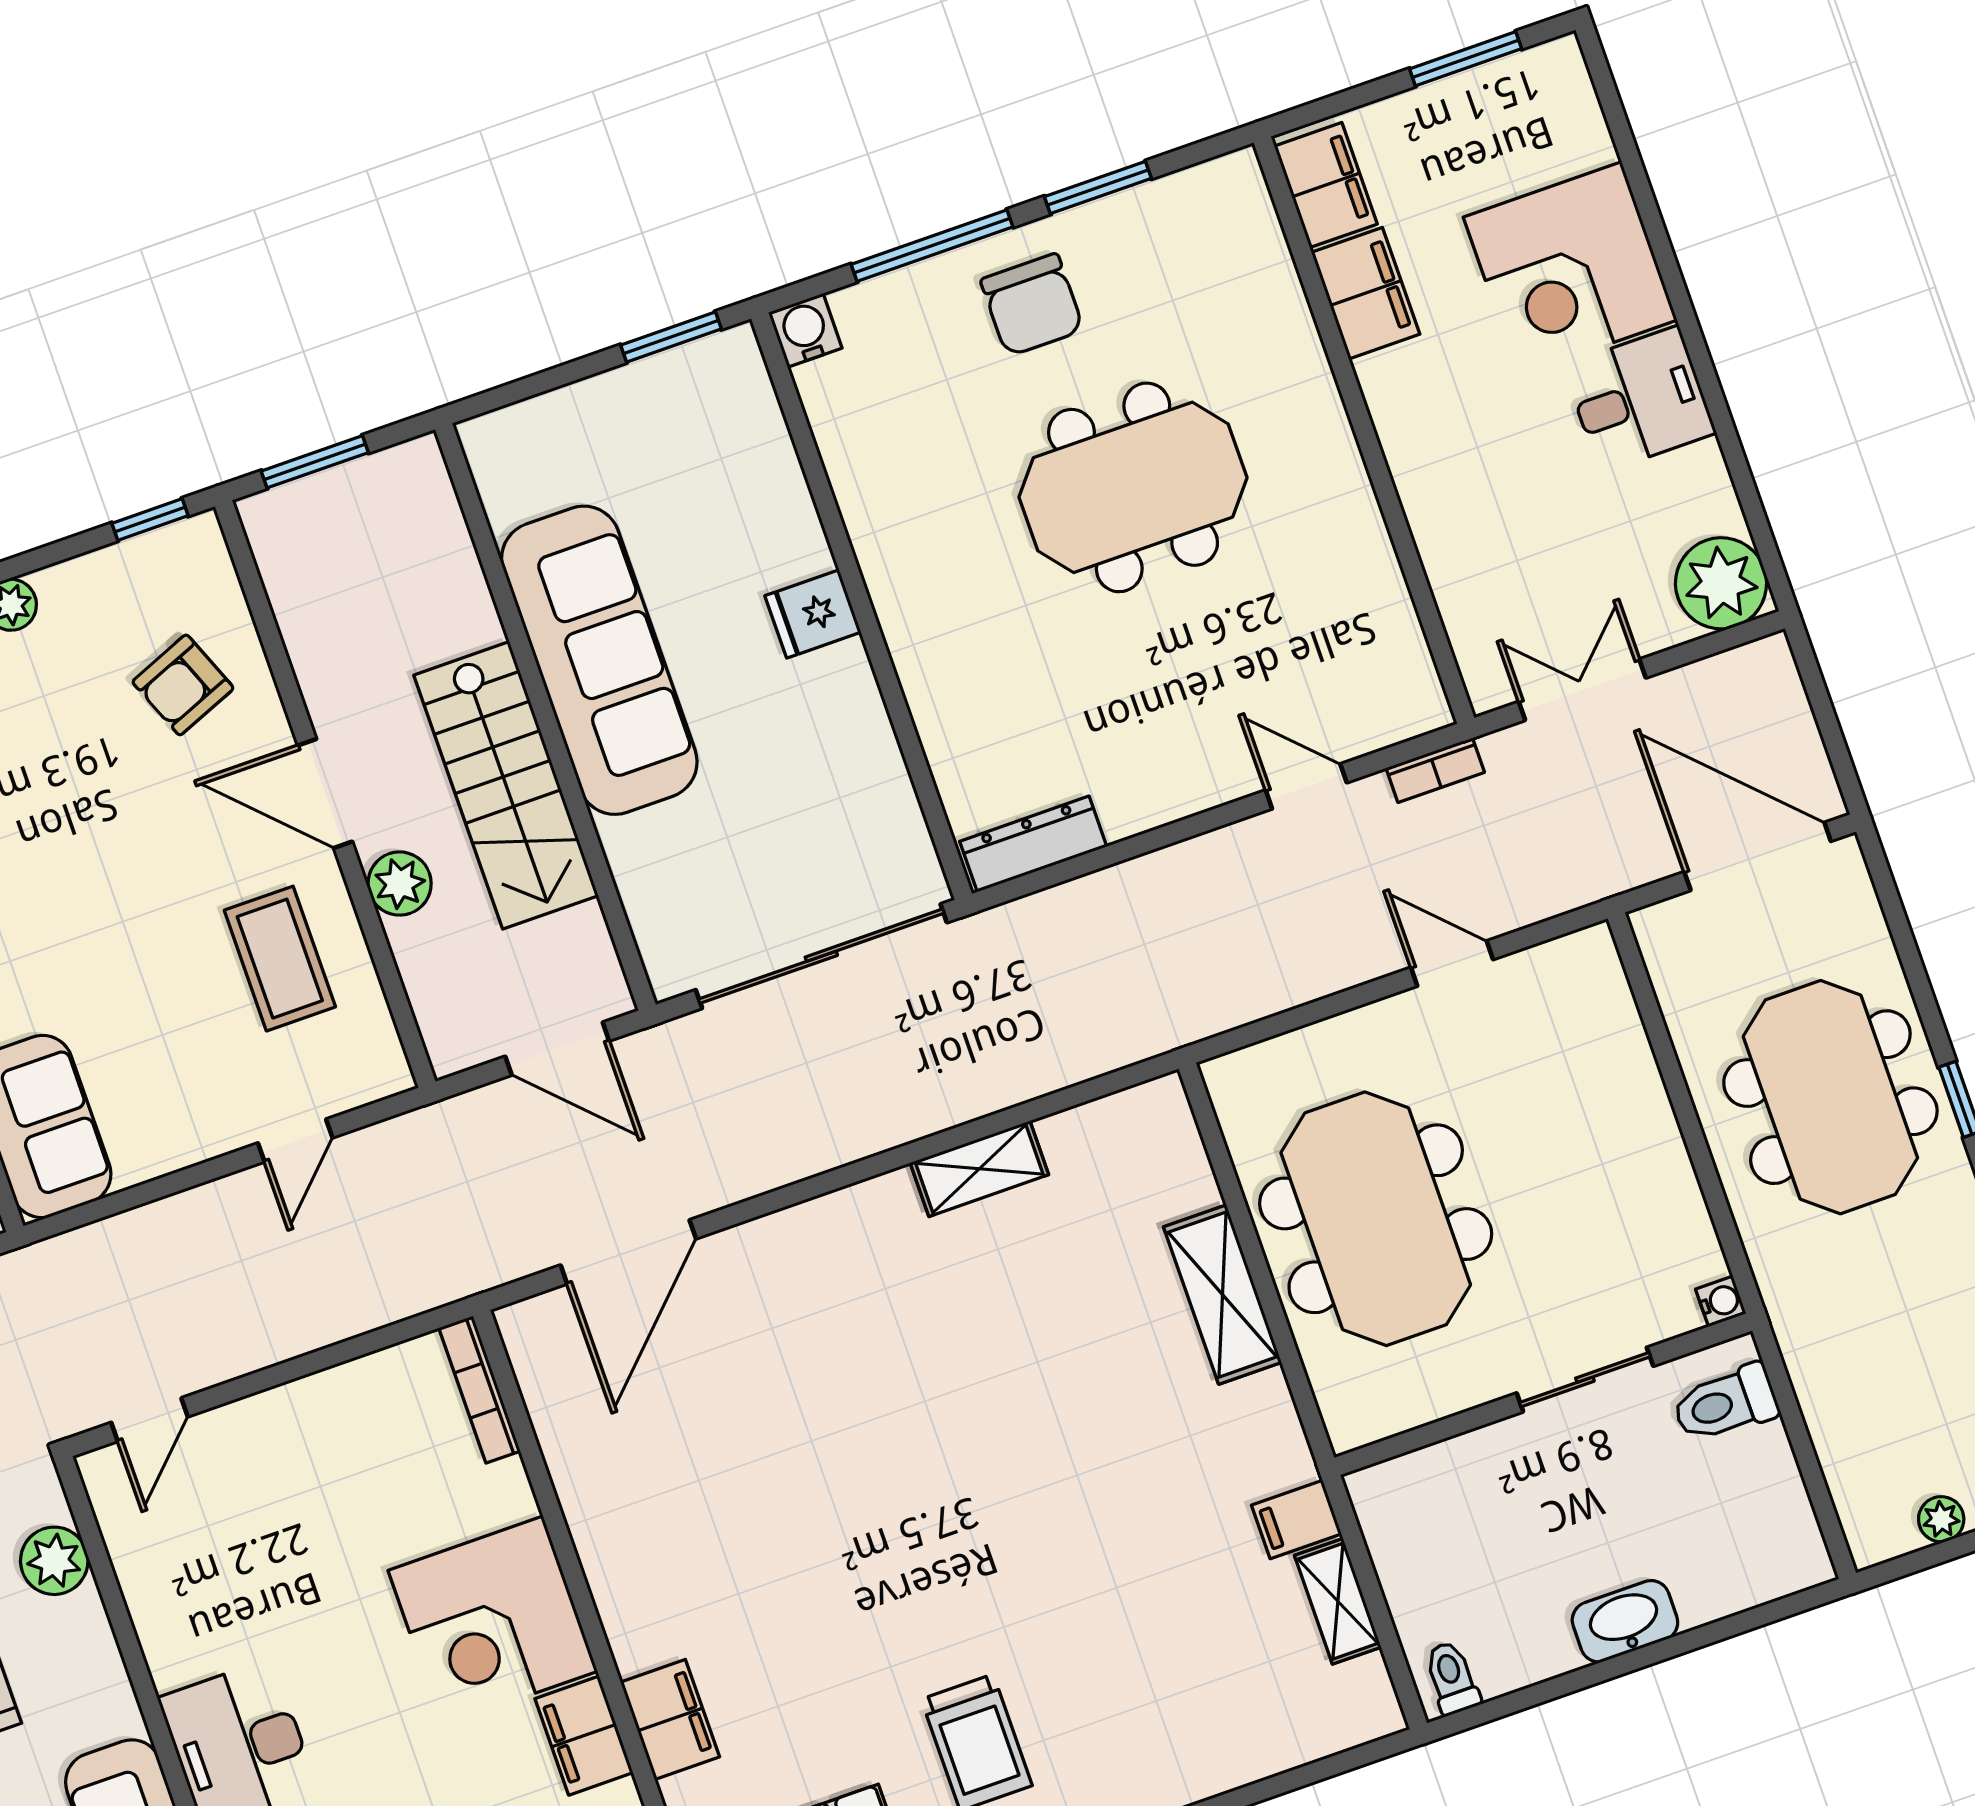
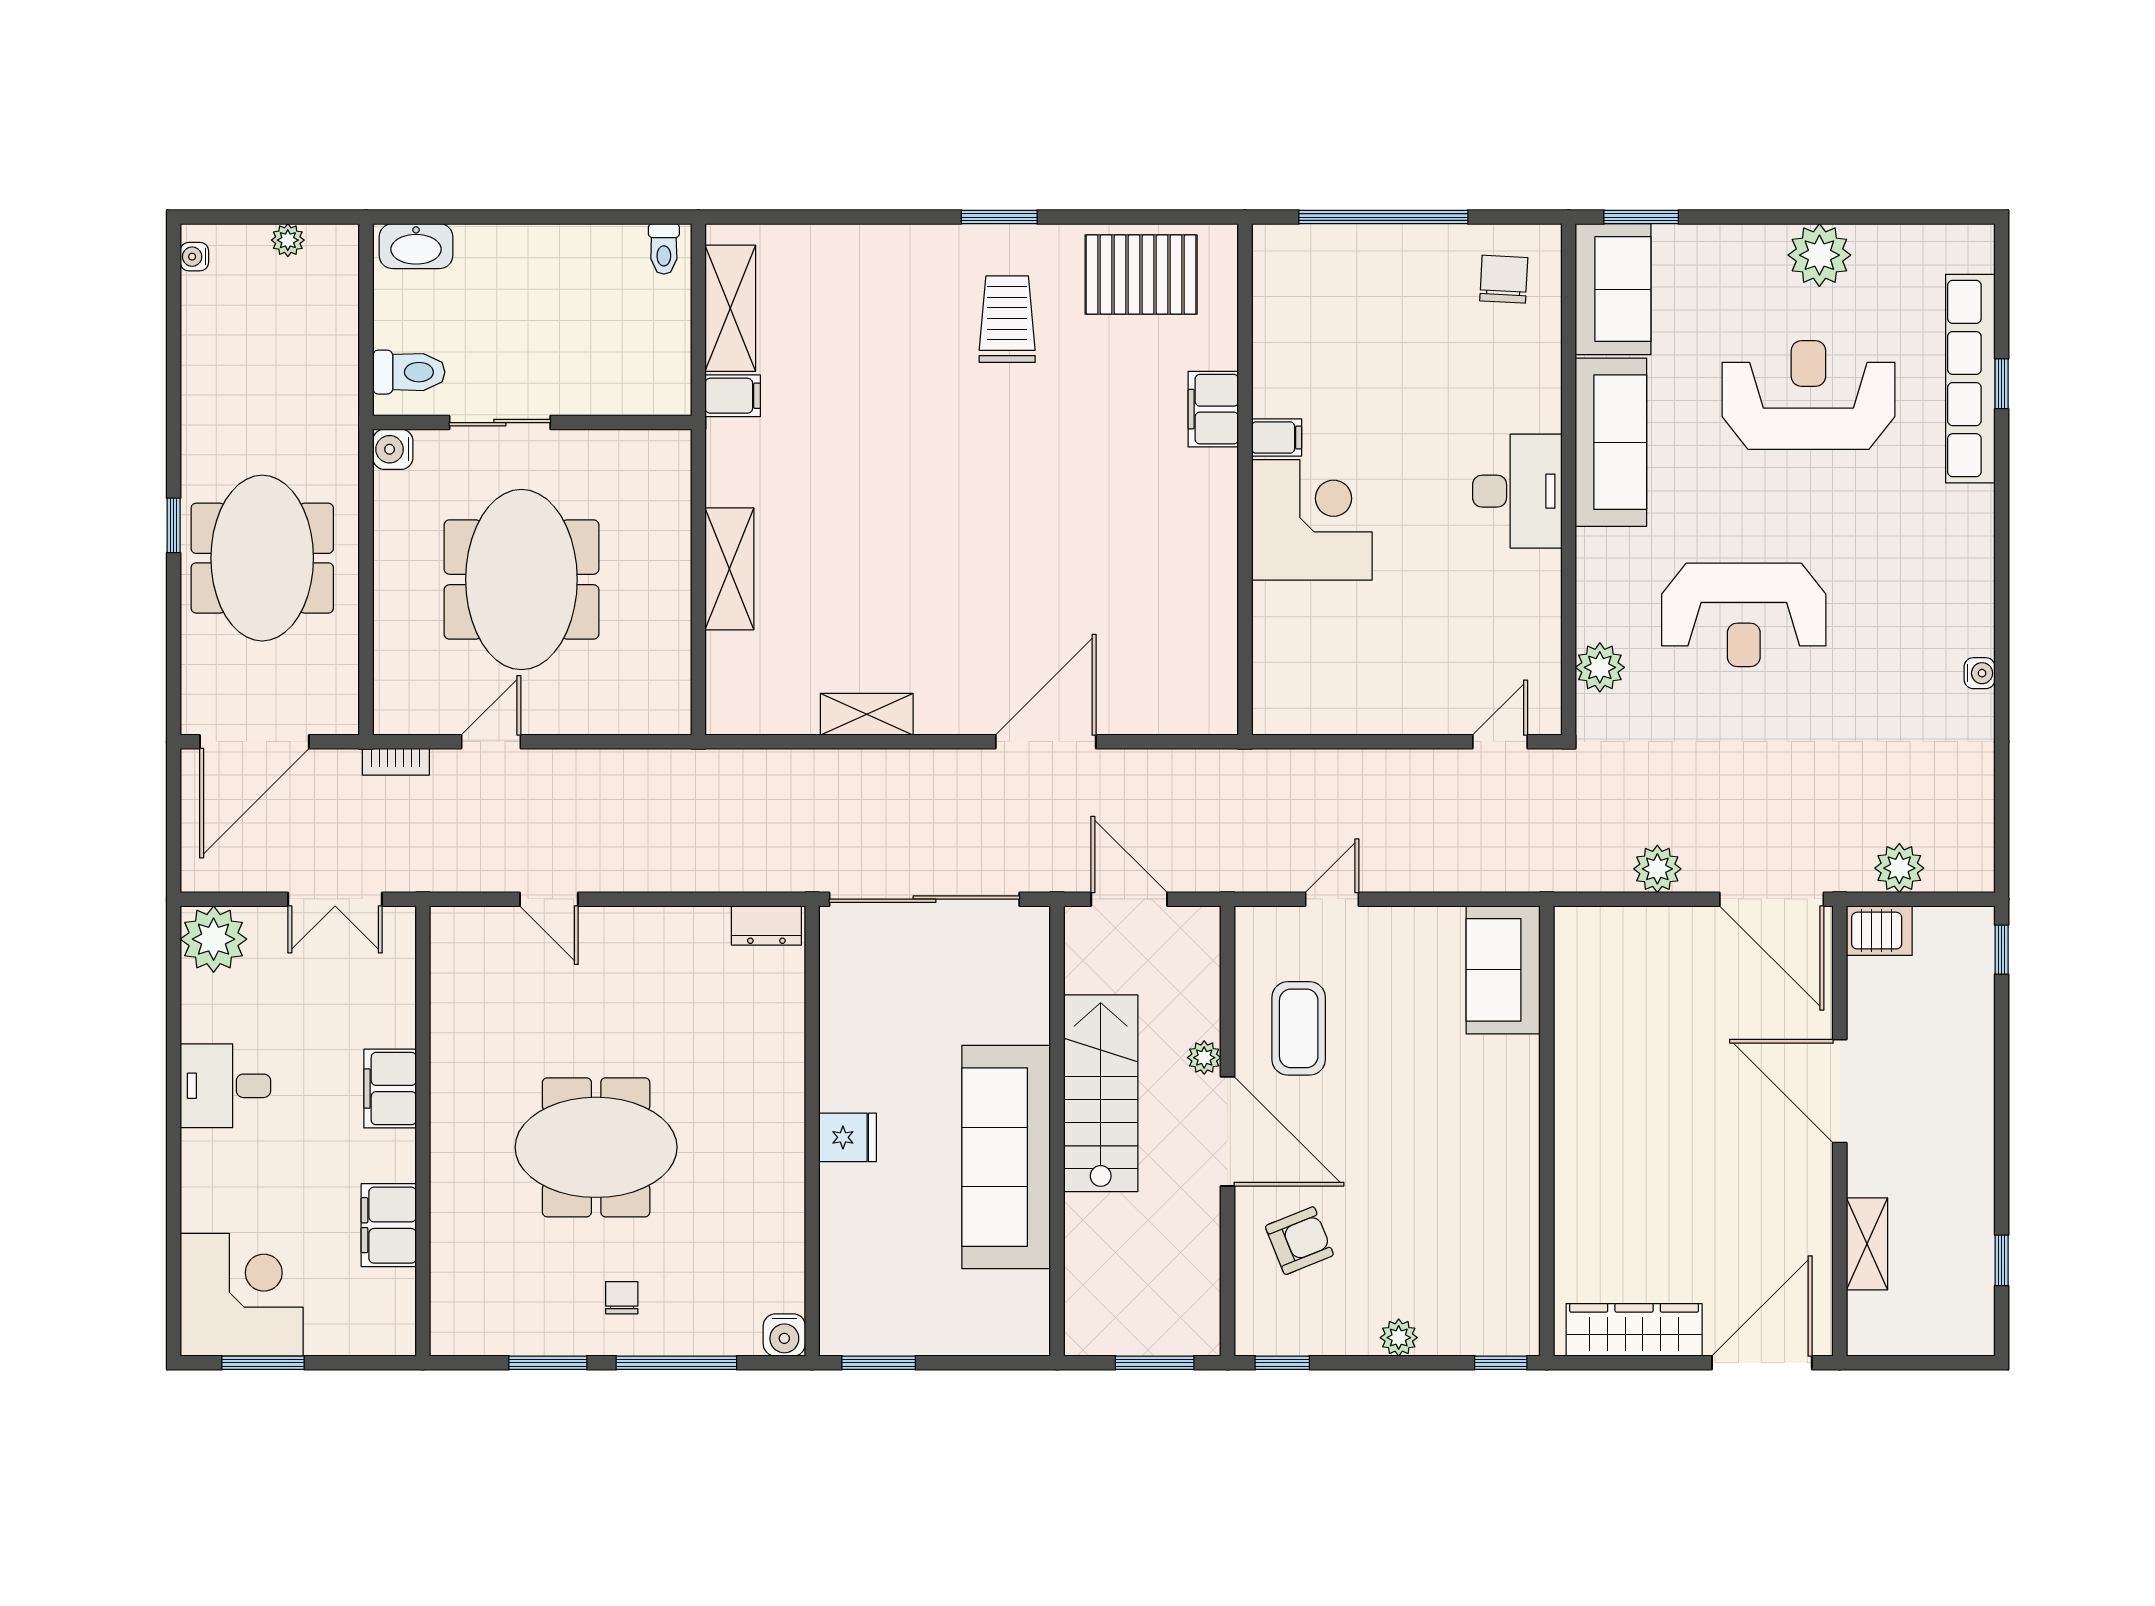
filing cabinet: (1326, 185) -> (390, 1089), moved
corner desk: (1570, 269) -> (242, 1295), moved
chair: (1032, 305) -> (622, 1298), width x0.54, depth x0.54
bookcase: (1435, 770) -> (396, 762), moved, turned 180
door: (325, 793) -> (1228, 1131), width x1.36
dresser: (1033, 844) -> (766, 925), width x0.70
door: (1758, 856) -> (254, 742), hinge flipped
plant: (400, 884) -> (1204, 1058), width x0.73, depth x0.73
door: (1452, 963) -> (491, 742), swing flipped
meeting table: (1376, 1219) -> (521, 580), moved
door: (628, 1252) -> (1046, 742), moved
water cooler: (1721, 1301) -> (393, 449), width x1.38, depth x1.38
bookcase: (480, 1389) -> (1265, 683), removed
shelving: (1338, 1601) -> (730, 308), width x1.50, depth x1.33
washbasin: (1625, 1621) -> (416, 246), moved
filing cabinet: (584, 1736) -> (1277, 437), width x0.50

